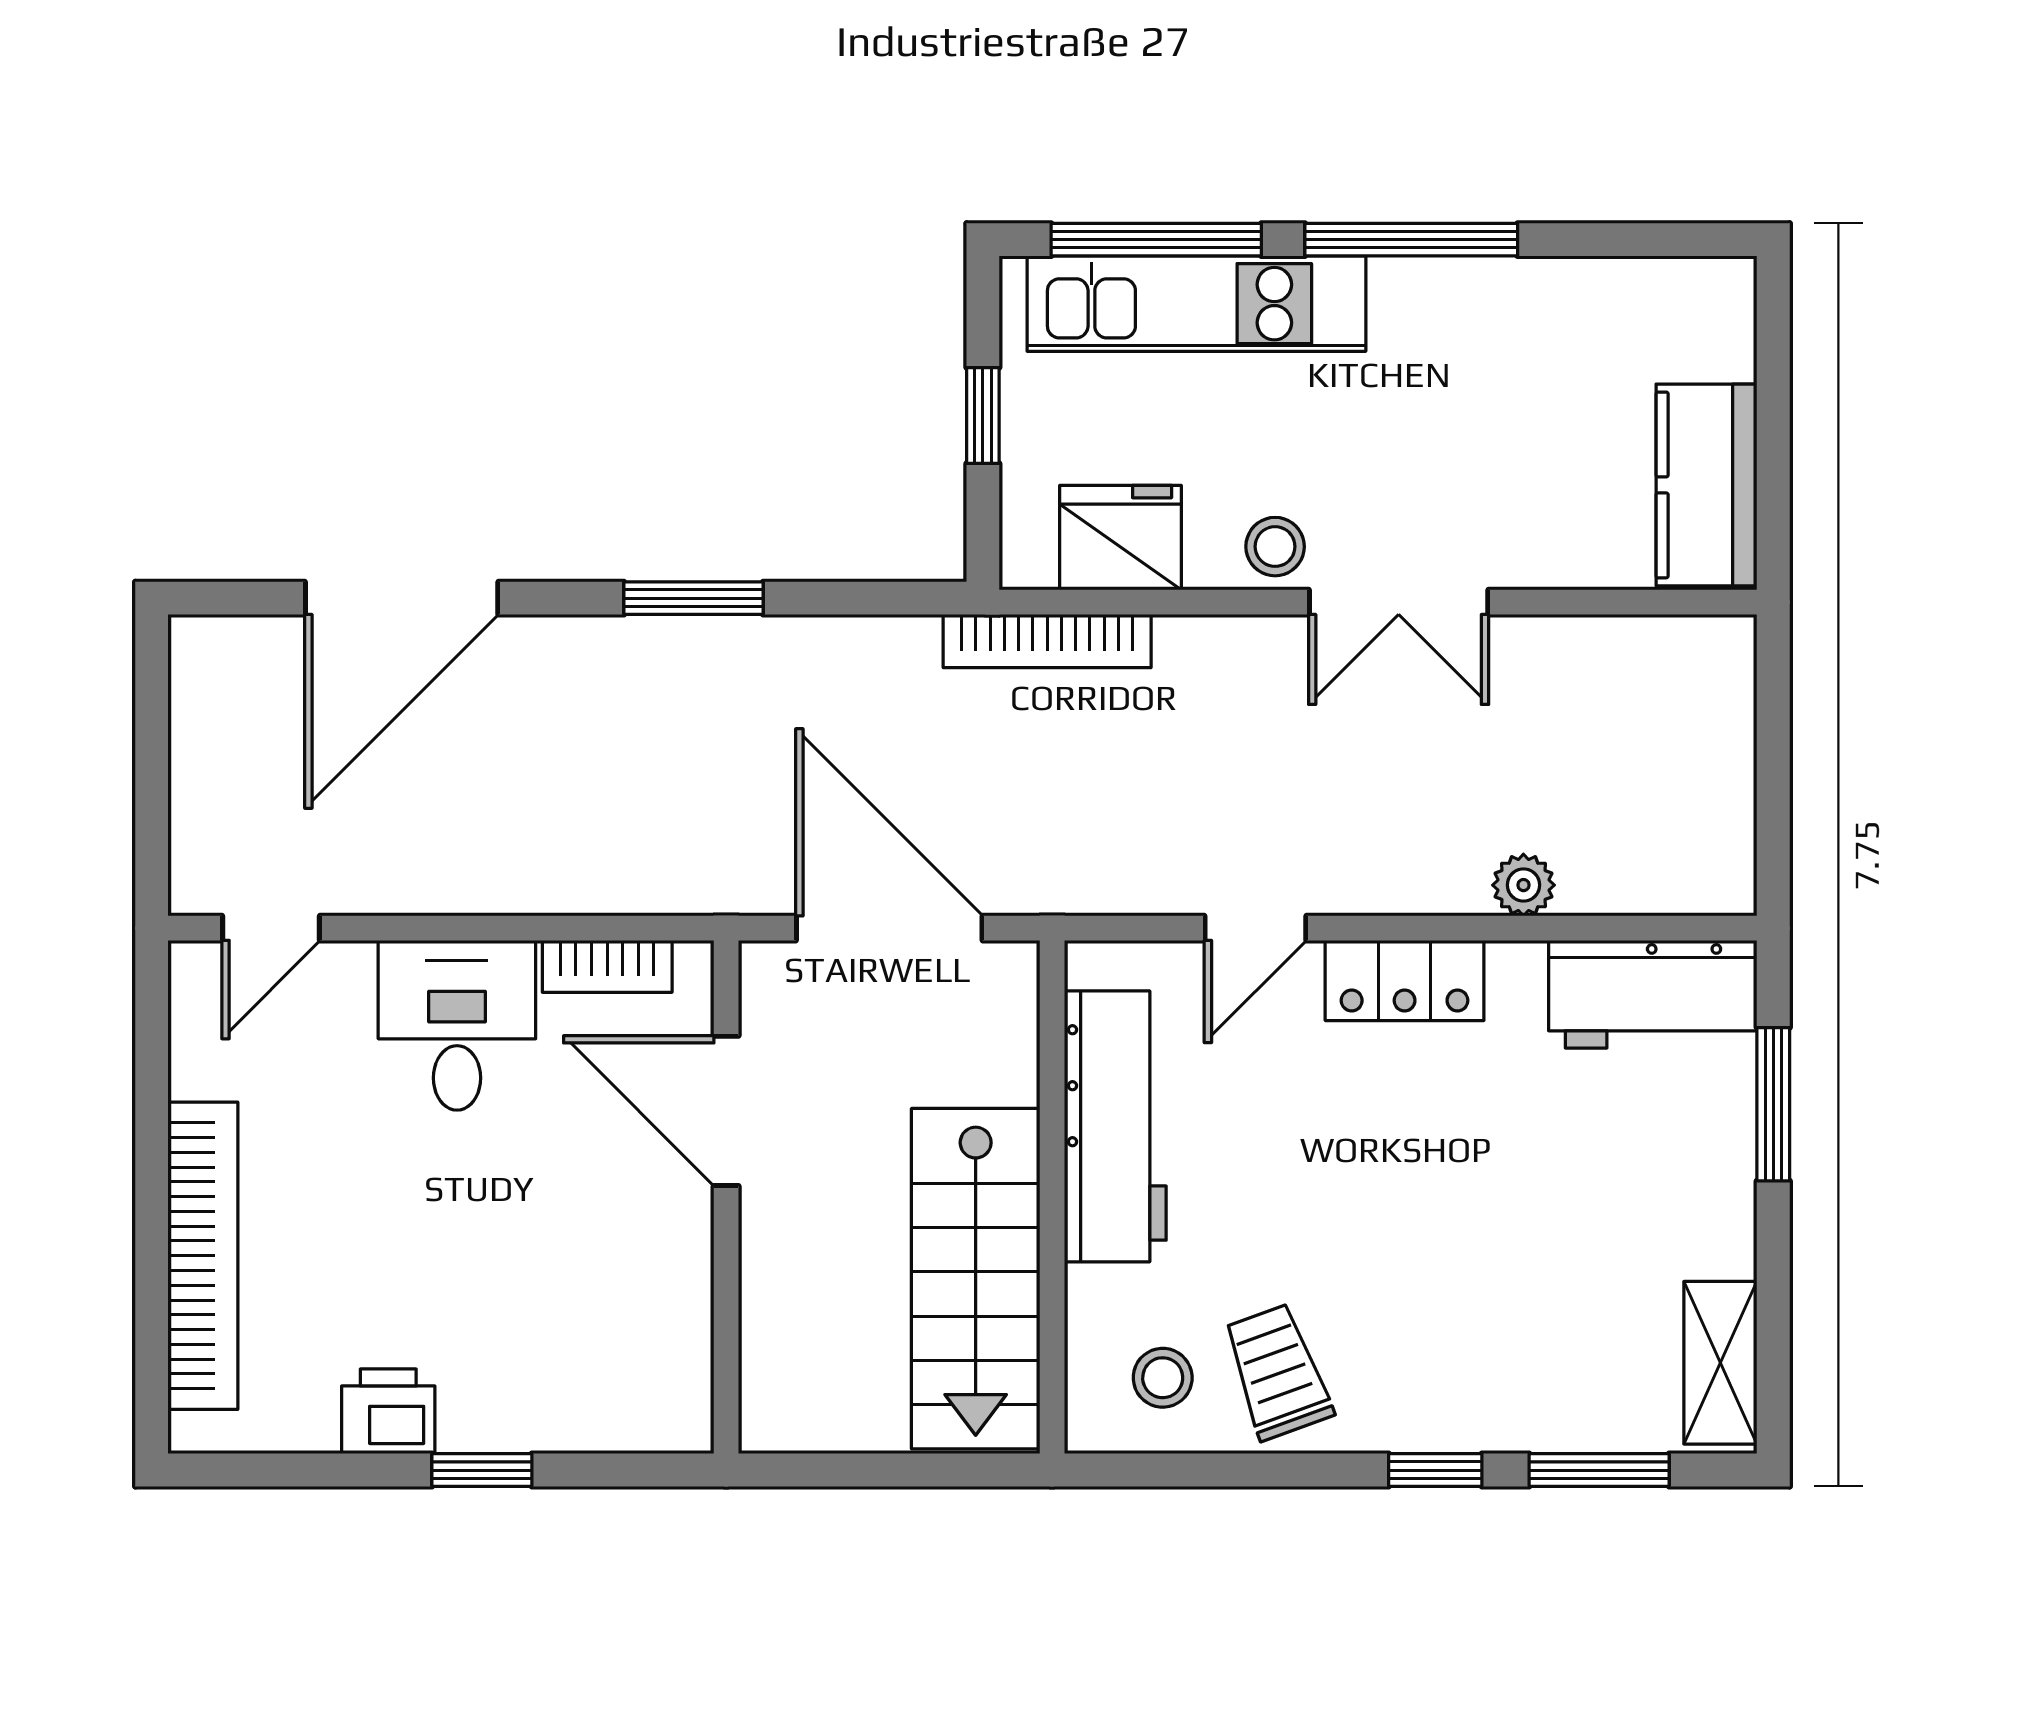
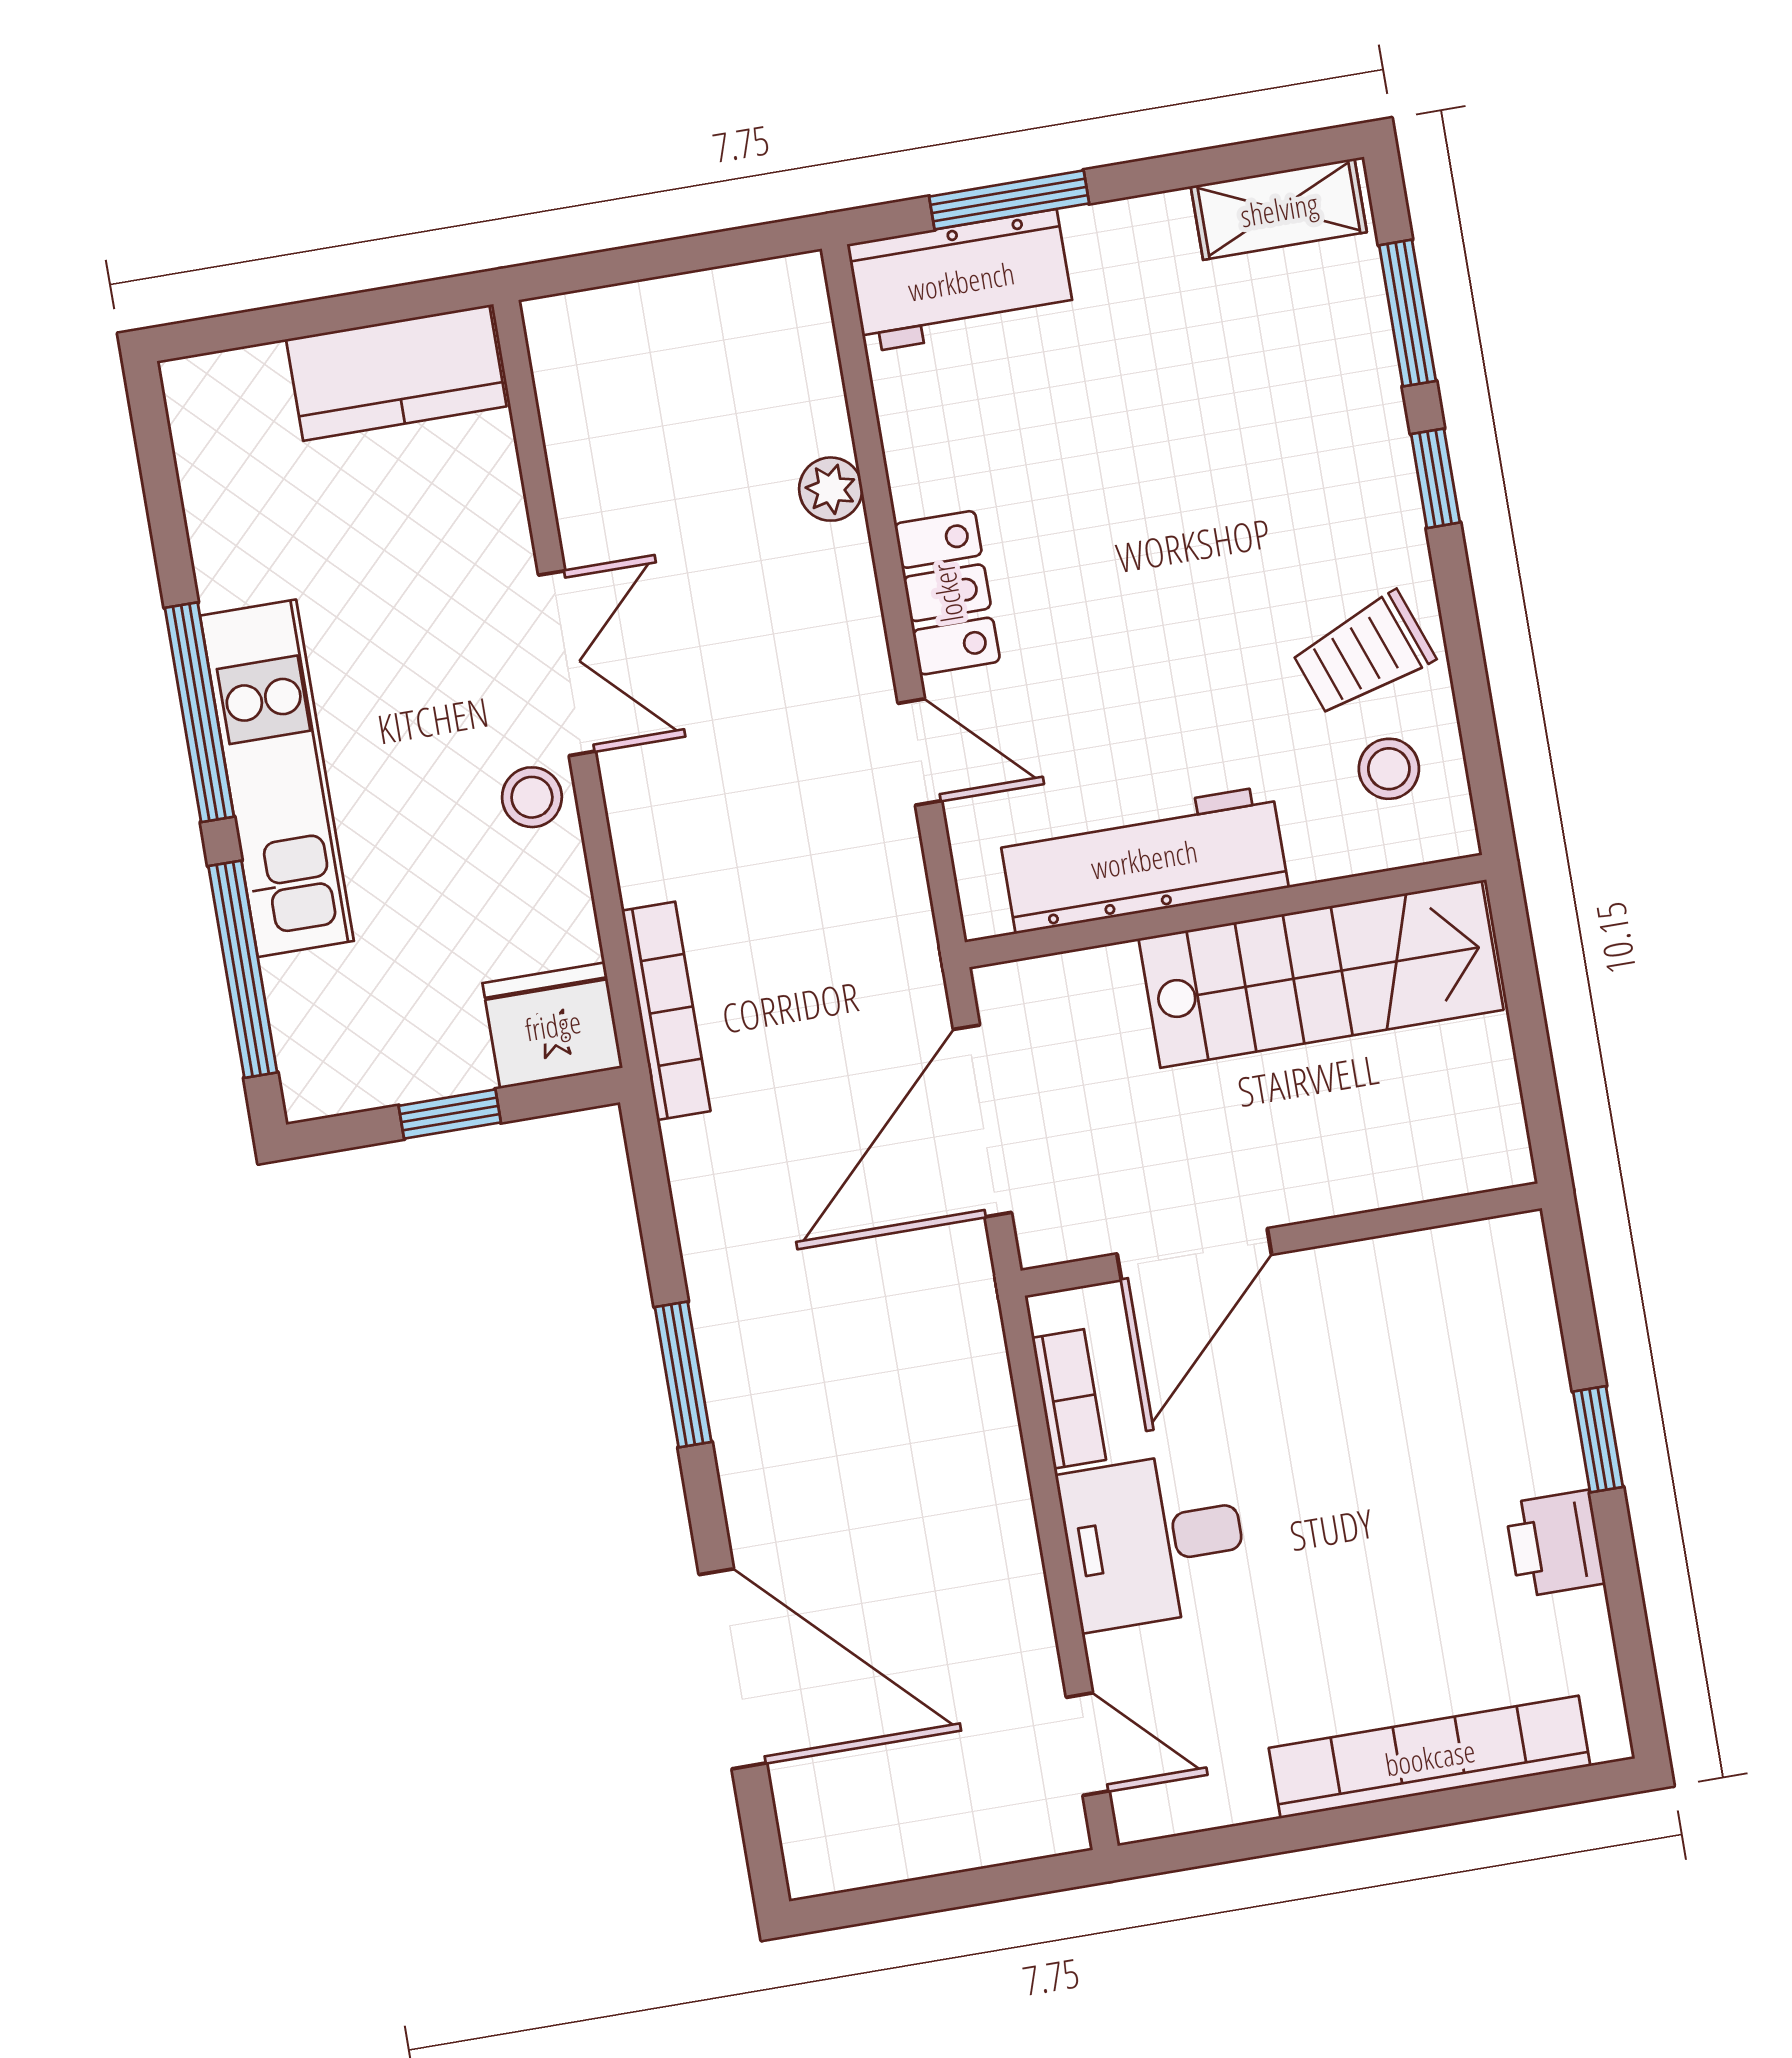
kitchen unit: (1196, 304) -> (277, 778), moved
fridge: (1120, 538) -> (553, 1025), moved, turned 90
workbench: (1653, 994) -> (961, 281), moved, turned 90

